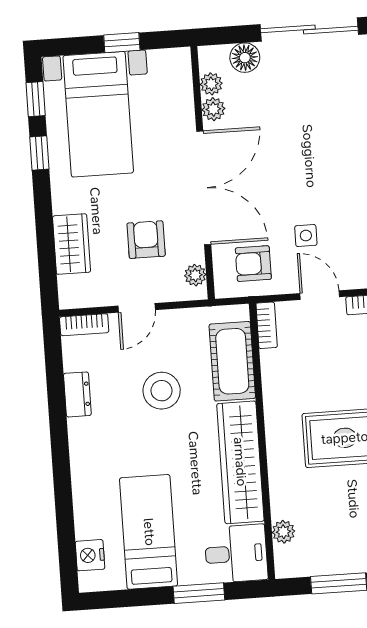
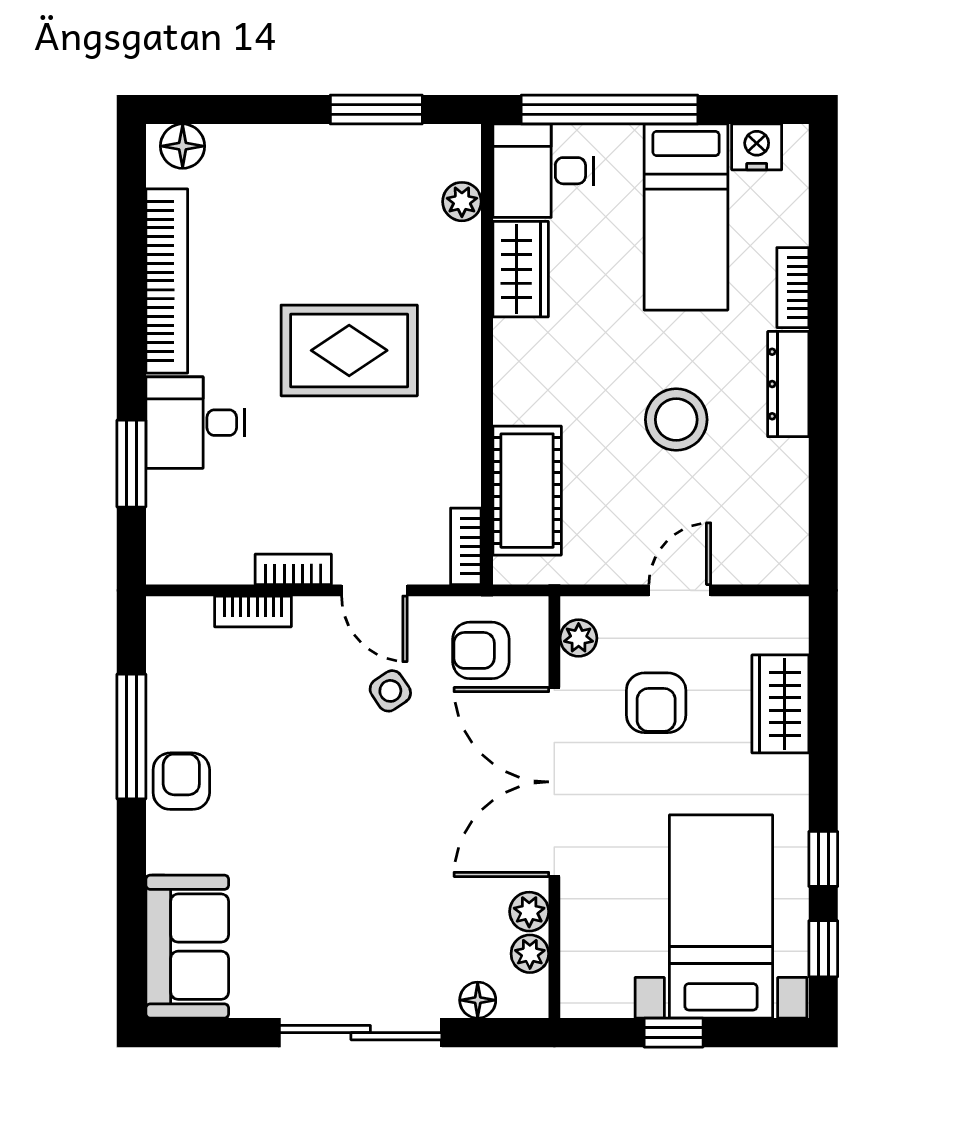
floor lamp: (245, 58) -> (478, 1000), width x0.73, depth x0.73
side table: (306, 236) -> (390, 691), turned -34
armchair: (253, 264) -> (481, 650), turned 180
bookcase: (84, 325) -> (793, 288), moved, turned -90
stool: (162, 391) -> (676, 420), moved
dresser: (77, 394) -> (788, 384), moved, width x1.44
wardrobe: (240, 462) -> (521, 269), width x0.48, depth x0.85
nightstand: (90, 555) -> (757, 147), moved, turned -90
window: (199, 593) -> (609, 109), width x2.11

